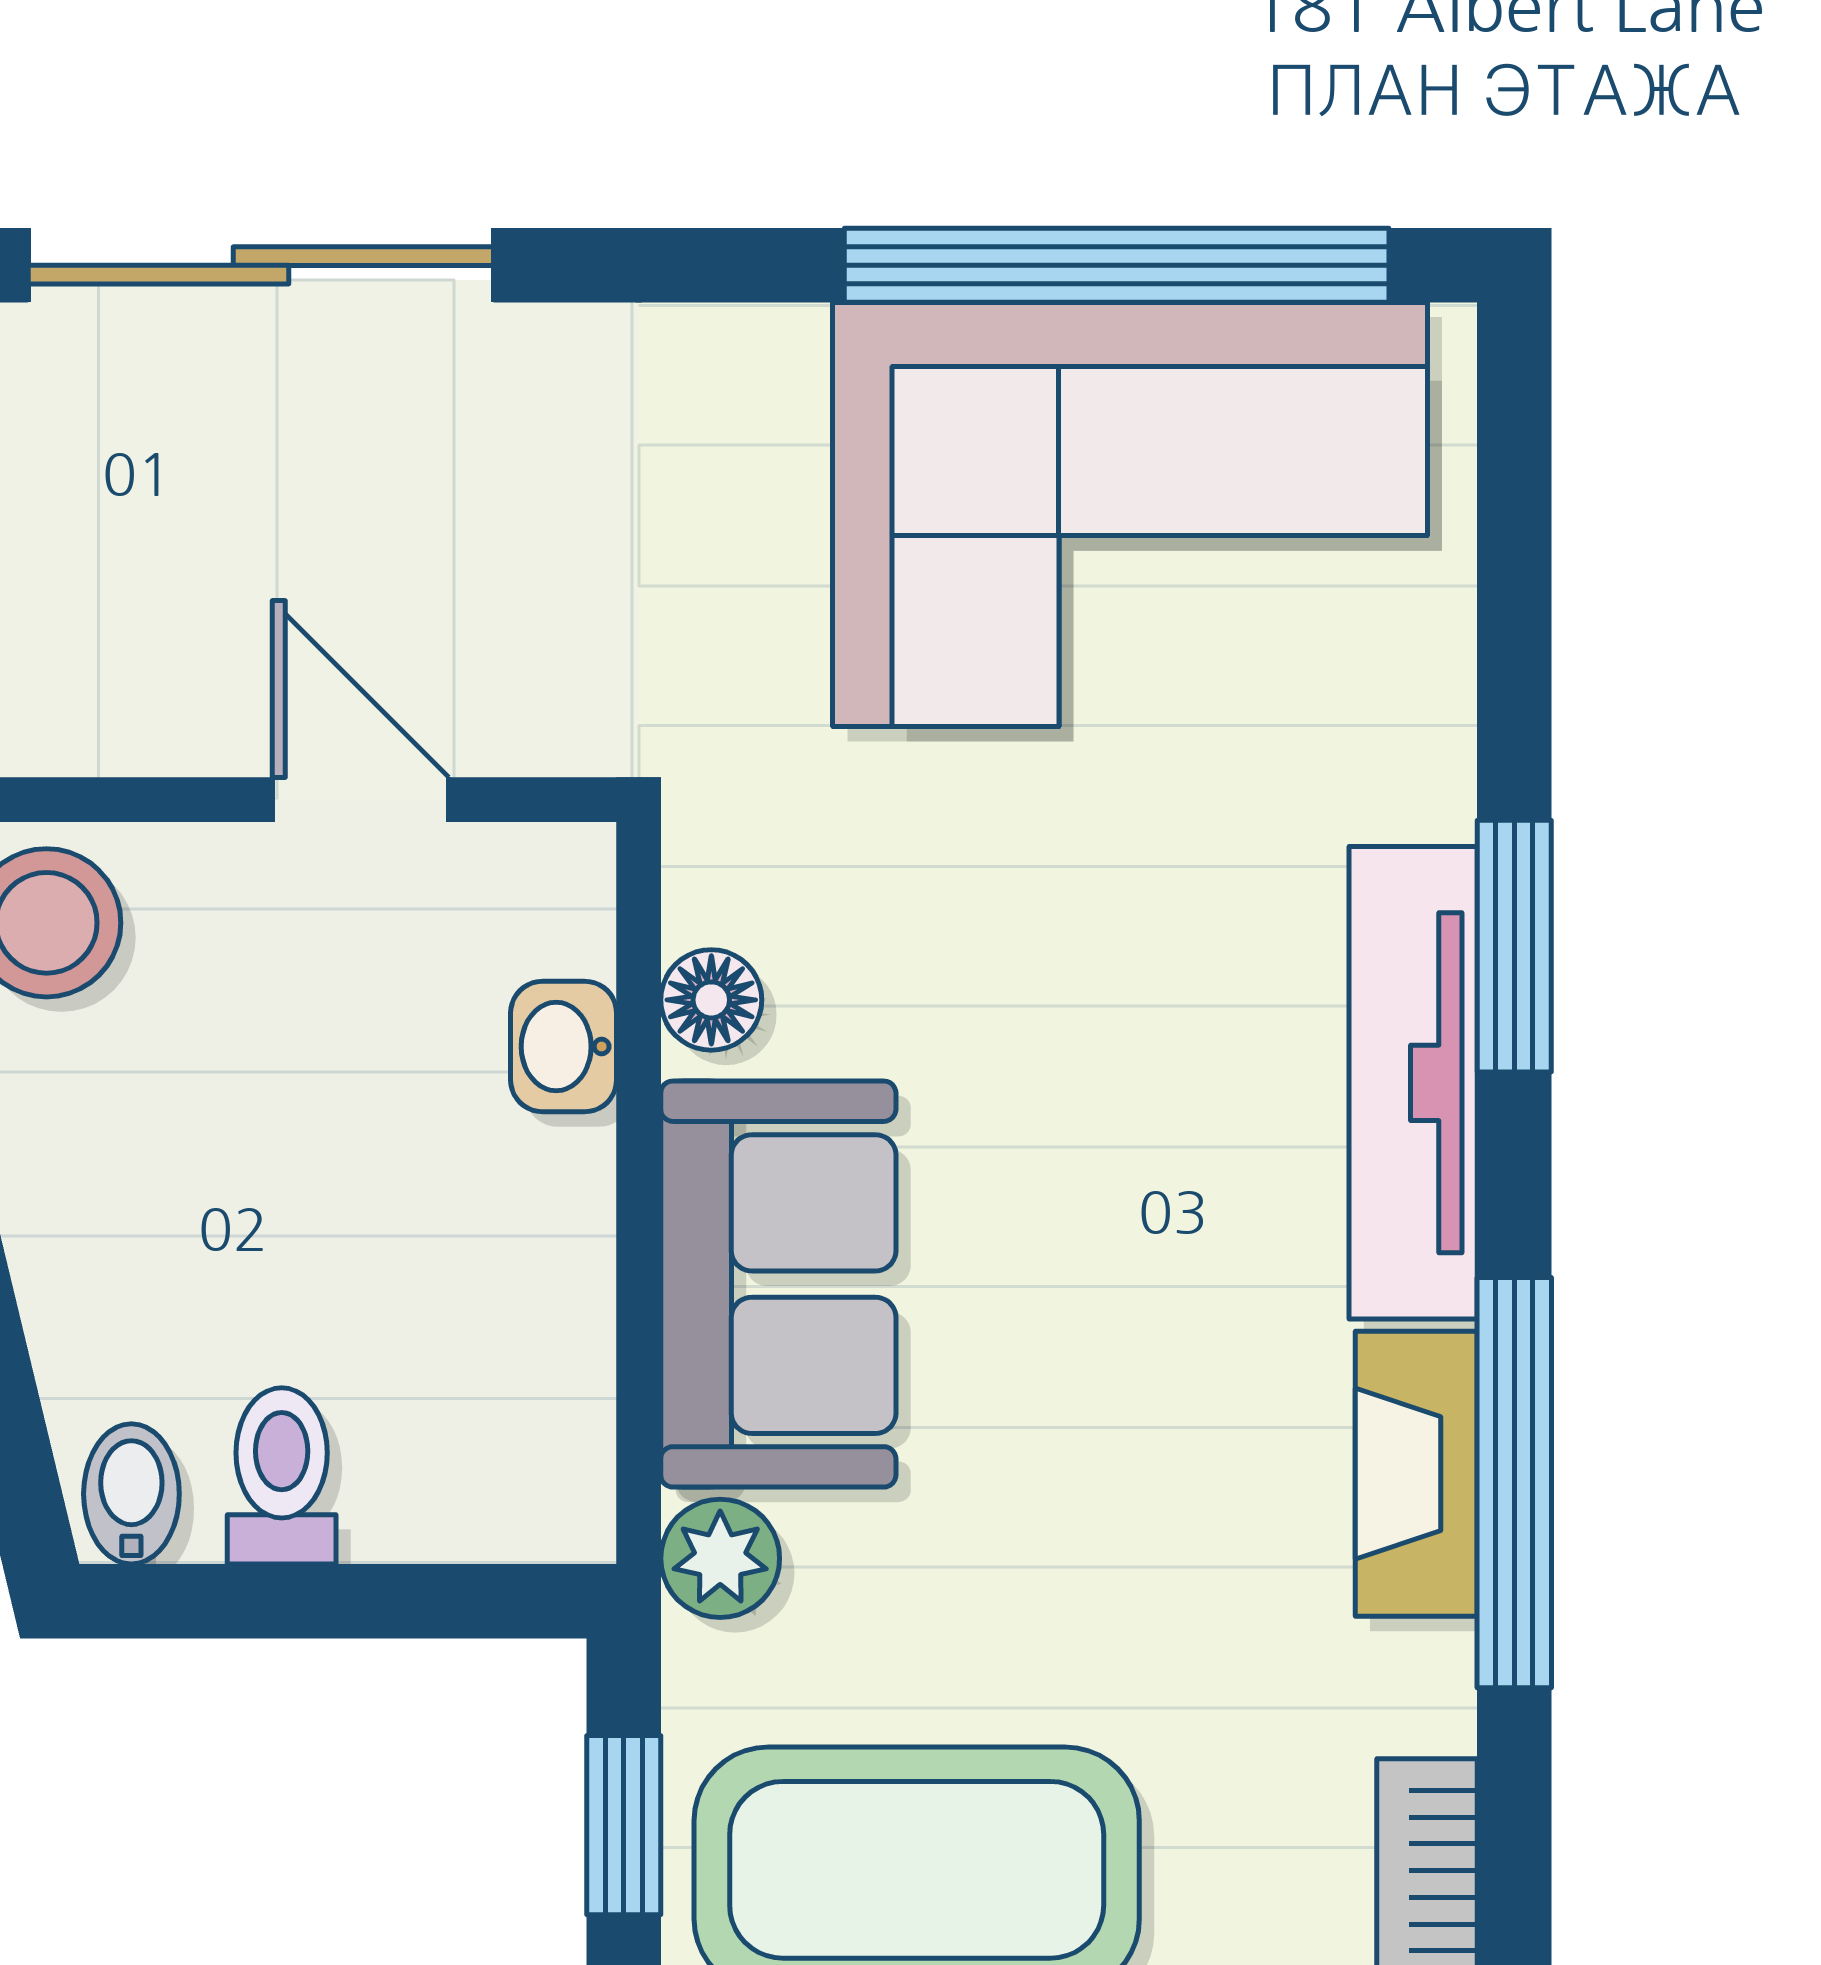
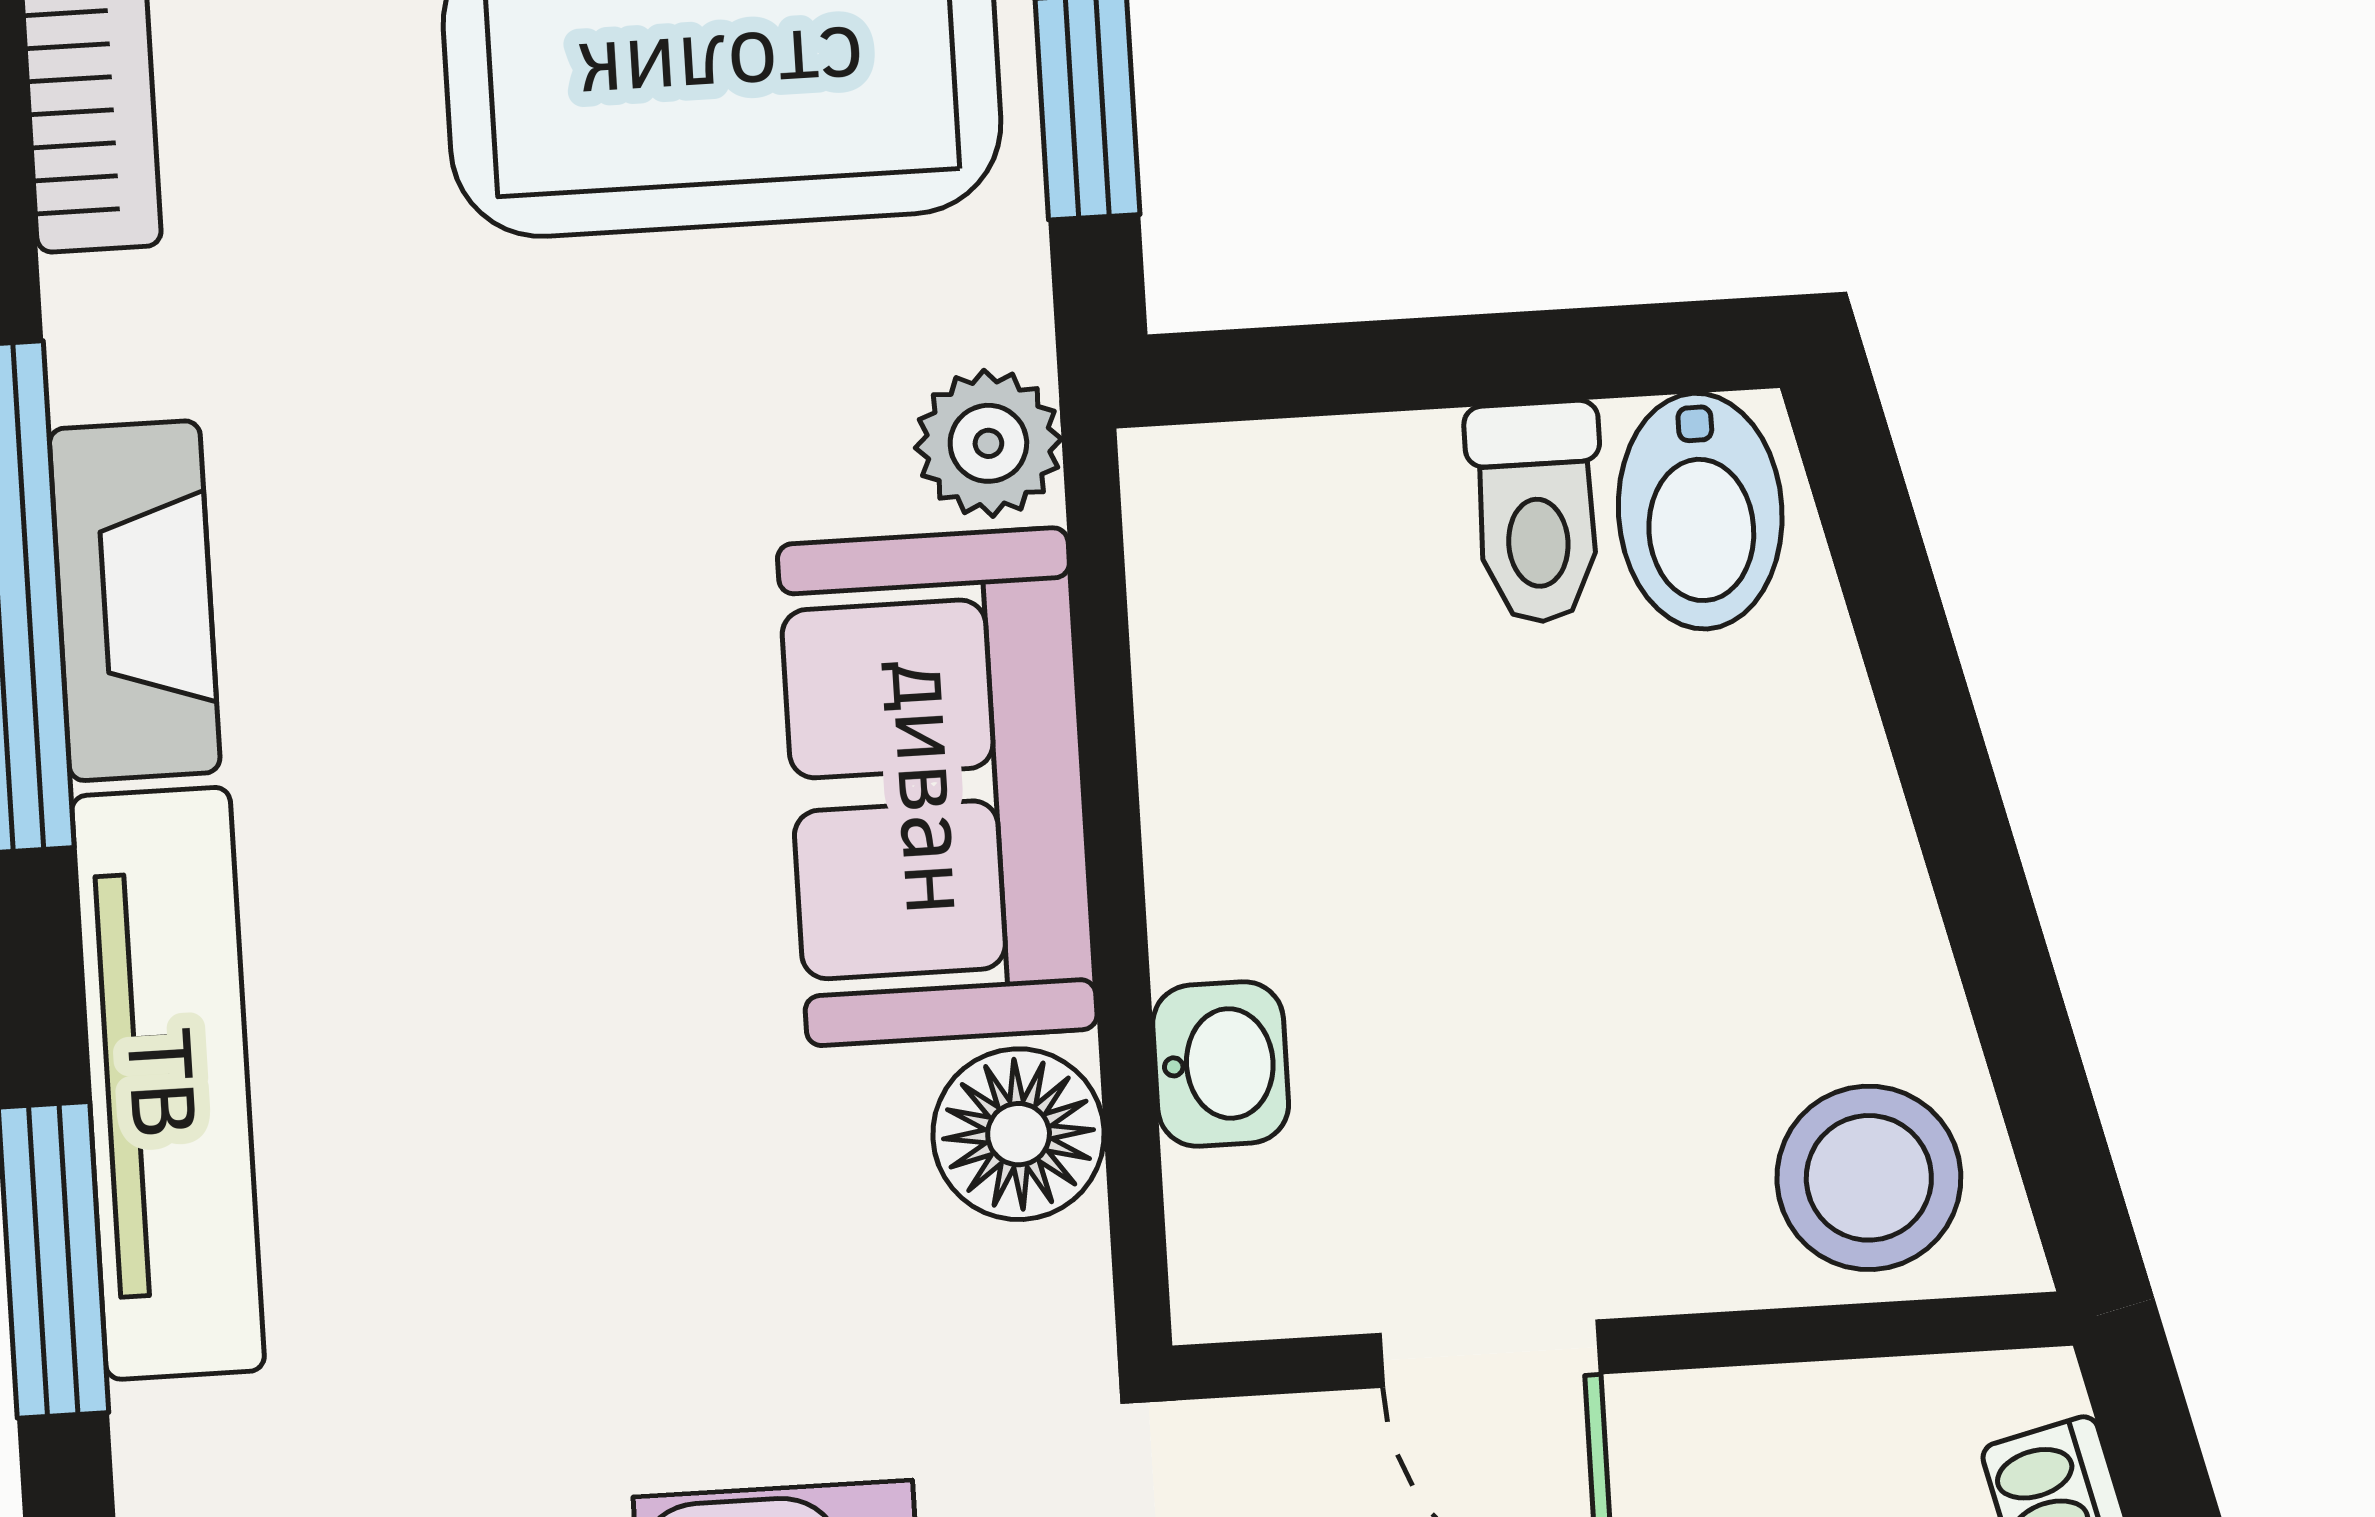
floor lamp: (711, 1000) -> (1019, 1134), width x1.37, depth x1.37
bidet: (131, 1494) -> (1700, 511), width x1.38, depth x1.36

